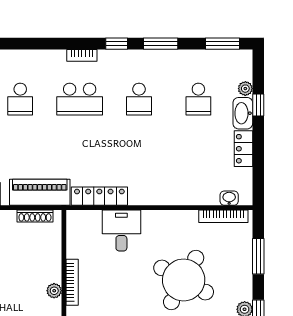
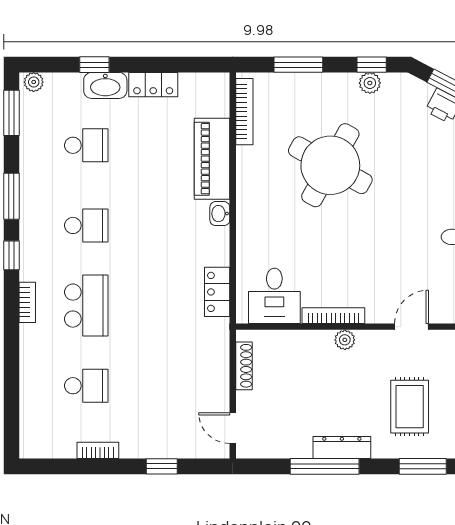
plant: (245, 89) -> (34, 82), moved
piano: (40, 192) -> (212, 159), moved
locker: (99, 196) -> (217, 292), width x0.66
washbasin: (229, 198) -> (220, 214), moved
desk: (121, 231) -> (274, 296), moved, turned -90

